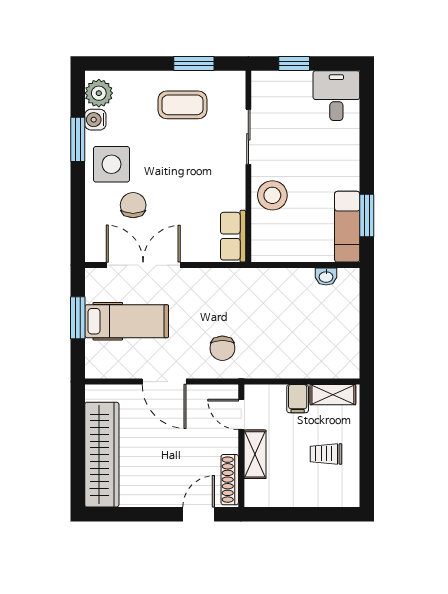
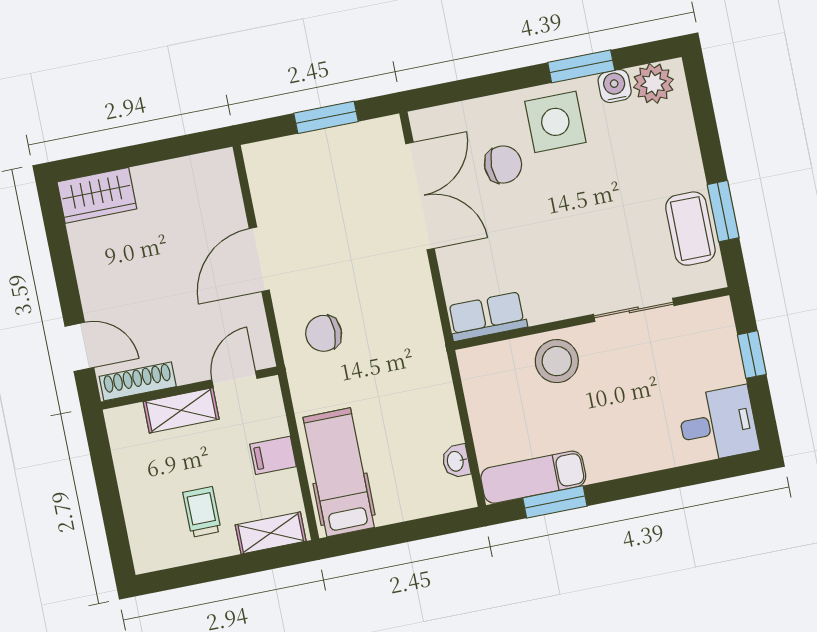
coffee table: (183, 105) -> (690, 229), moved
hospital bed: (127, 321) -> (339, 472), moved, turned 180
shelving: (333, 395) -> (271, 533), moved, turned 90
wardrobe: (102, 455) -> (97, 195), width x0.48, depth x0.85

